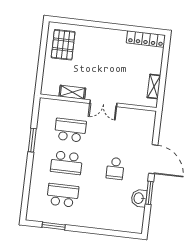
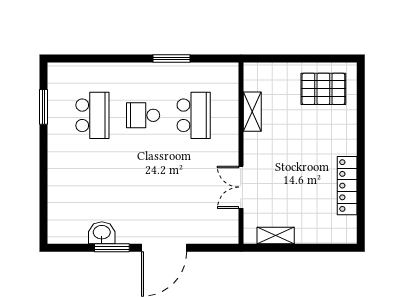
locker: (146, 39) -> (347, 186), moved
double door: (103, 103) -> (241, 187), moved
school desk: (66, 163) -> (143, 115), width x0.54
school desk: (115, 168) -> (143, 191), removed

